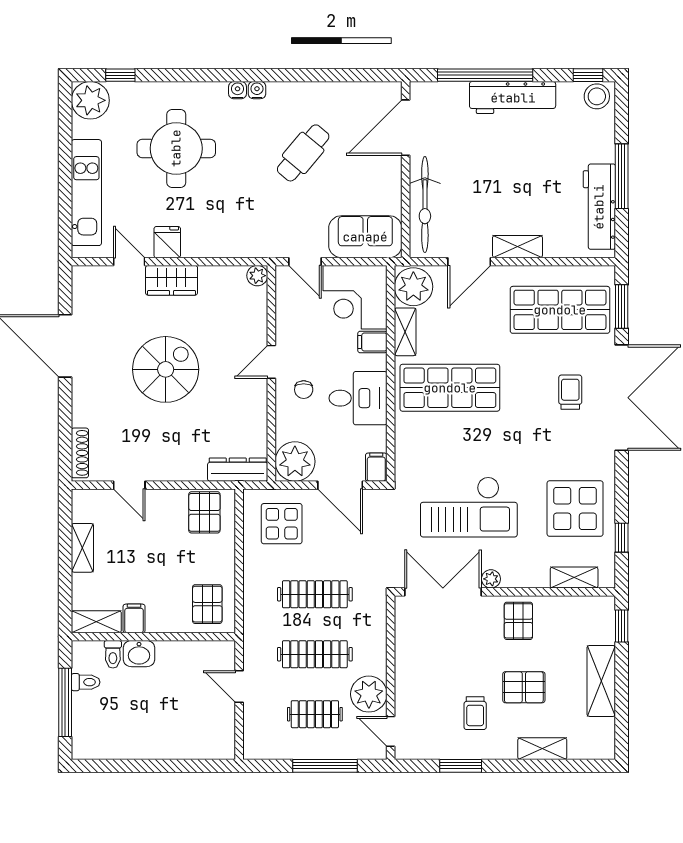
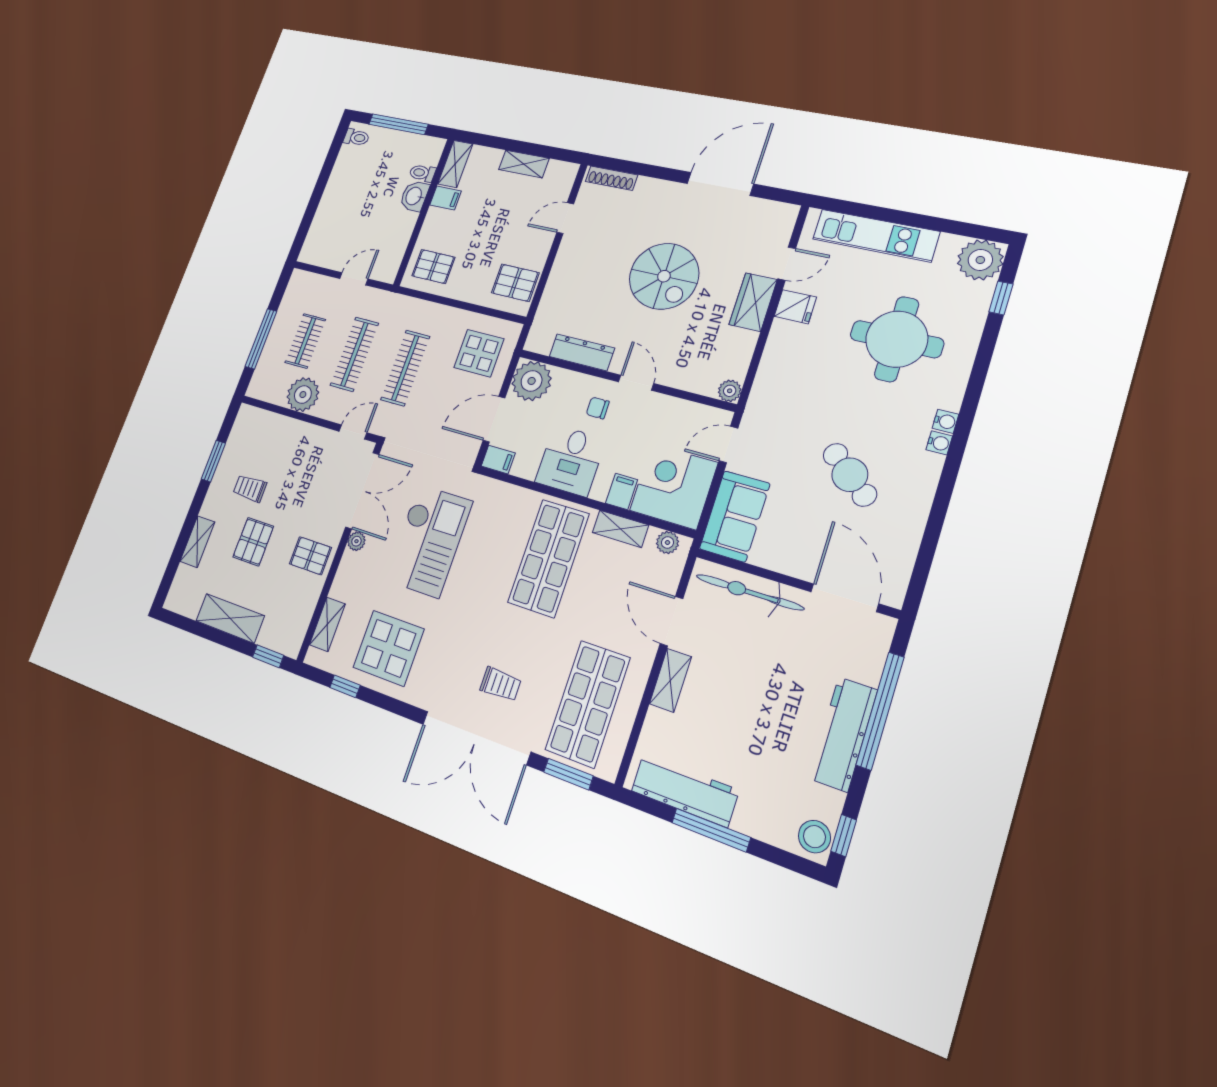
plant: (413, 287) -> (668, 542), width x0.53, depth x0.53
dresser: (238, 470) -> (582, 352), moved, turned -90
checkout: (469, 507) -> (429, 541), turned 180
toilet: (86, 682) -> (356, 137), moved, turned -90
door: (391, 731) -> (353, 432), moved

